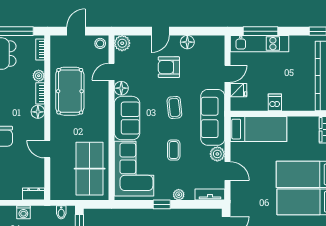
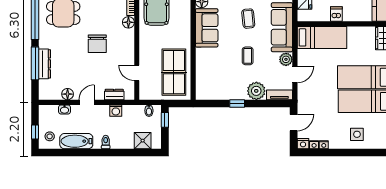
door: (47, 149) -> (137, 73), moved
corner sofa: (134, 169) -> (213, 72), removed
door: (227, 171) -> (295, 74), hinge flipped
dresser: (34, 194) -> (114, 94), moved
plant: (179, 195) -> (256, 91), width x1.88, depth x1.88

